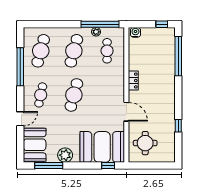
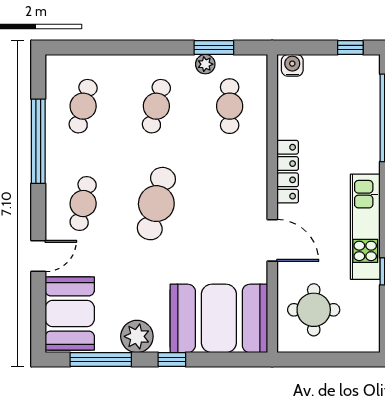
window: (100, 24) -> (214, 48), width x0.47
cafe table: (41, 51) -> (83, 106), width x0.73, depth x0.74
cafe table: (74, 51) -> (156, 106), width x0.73, depth x0.74
locker: (133, 80) -> (288, 172), width x1.53
kitchen unit: (168, 105) -> (365, 227), added
window: (108, 166) -> (172, 360), moved

